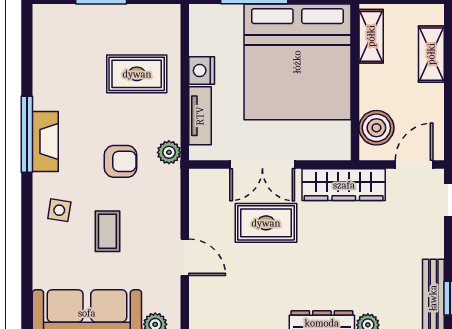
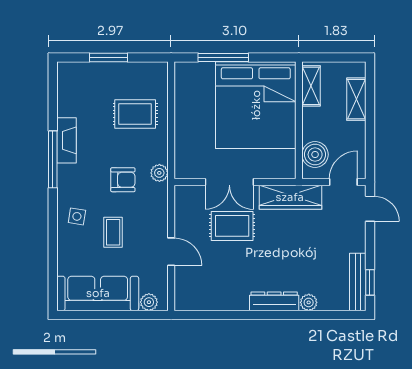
nightstand: (202, 71) -> (184, 112), removed
tv unit: (200, 116) -> (183, 146), removed
fireplace: (45, 141) -> (66, 140), moved

